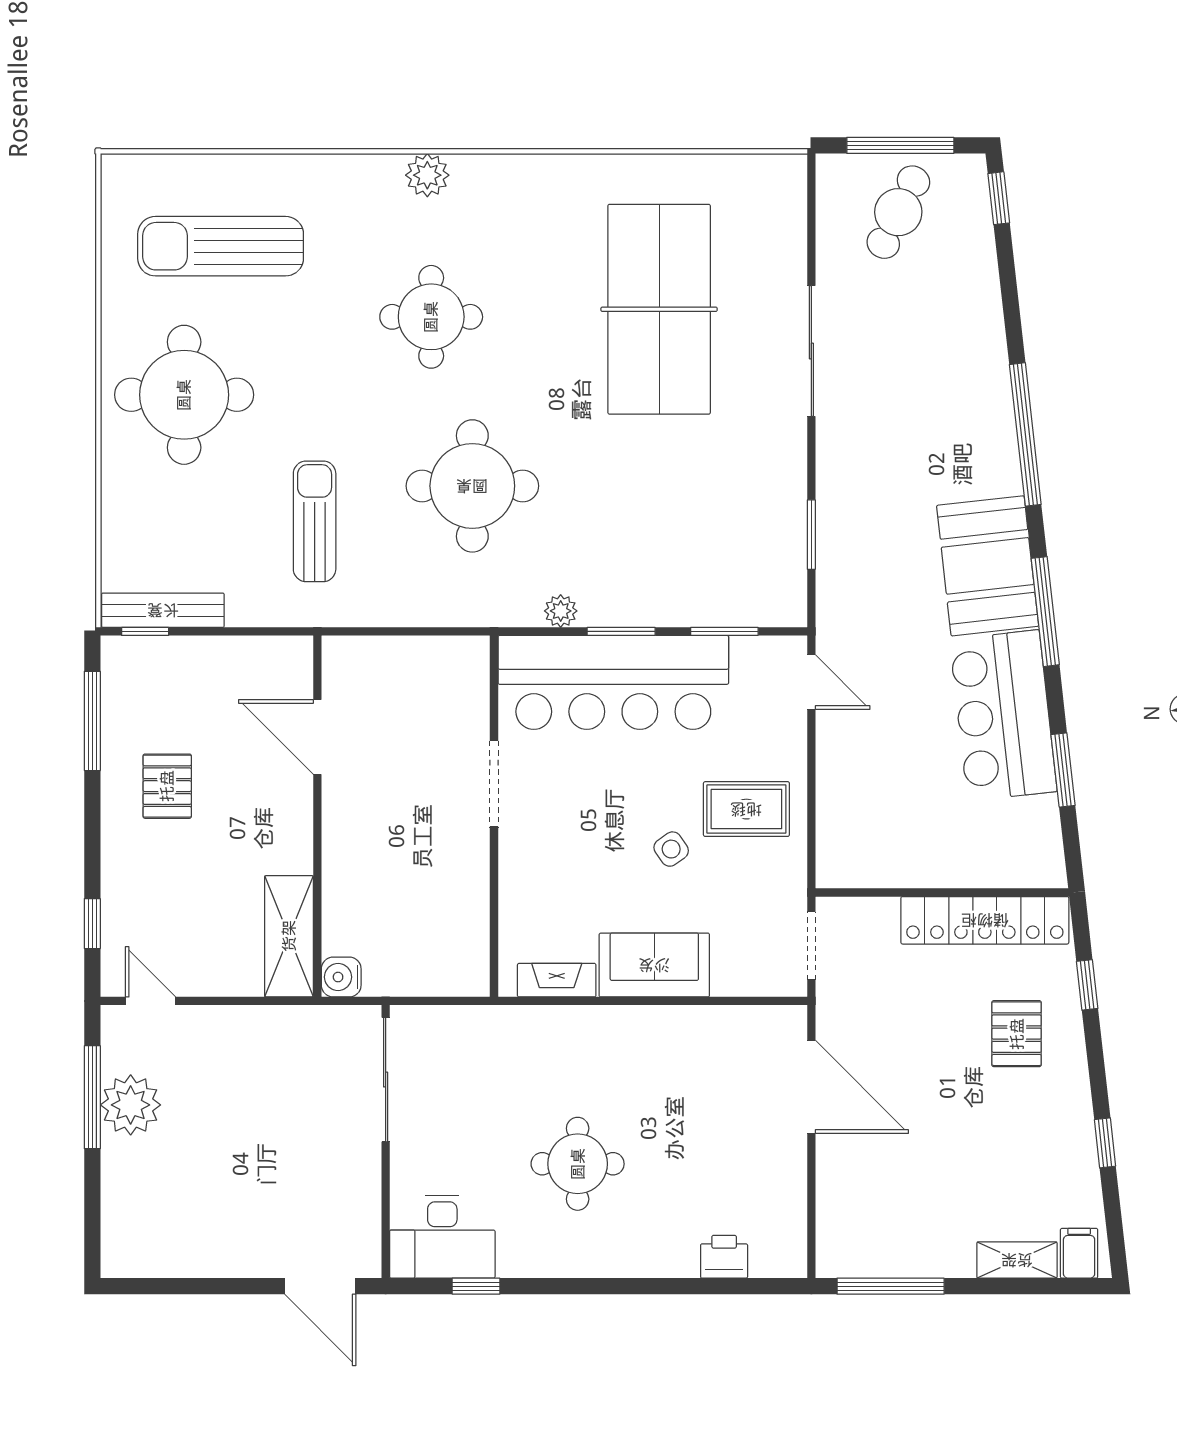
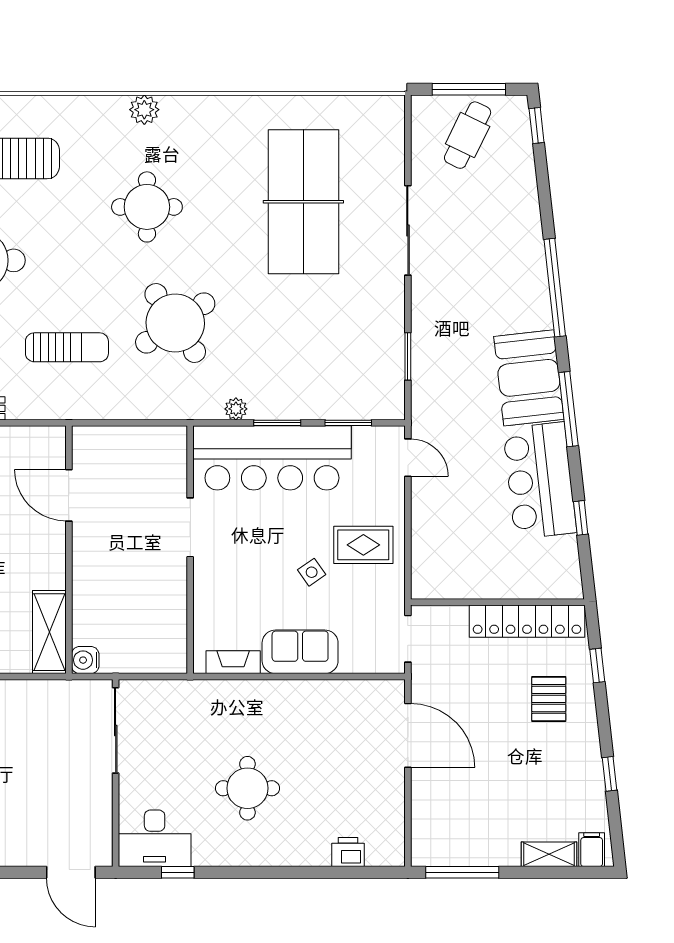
round table: (472, 486) -> (175, 323), turned -34
sun lounger: (315, 521) -> (67, 347), turned 90
window: (1063, 770) -> (581, 518), width x0.67

